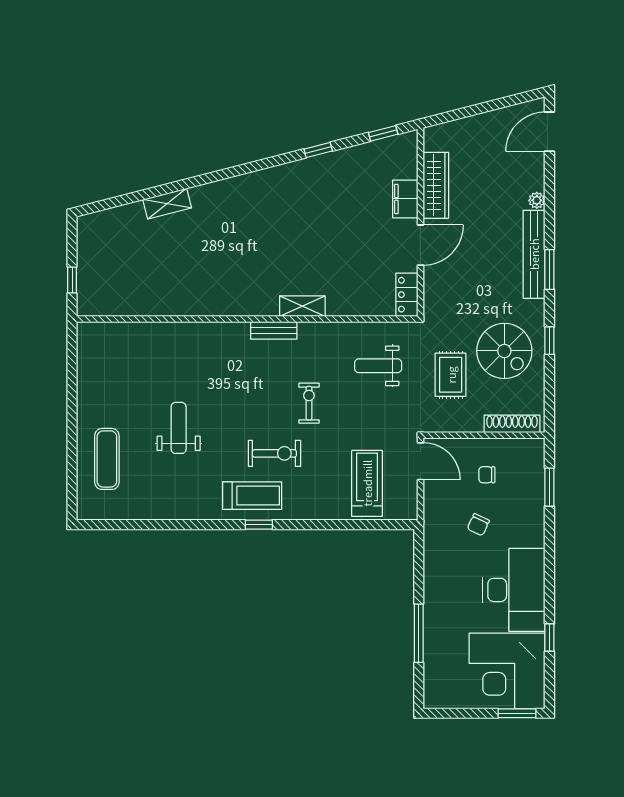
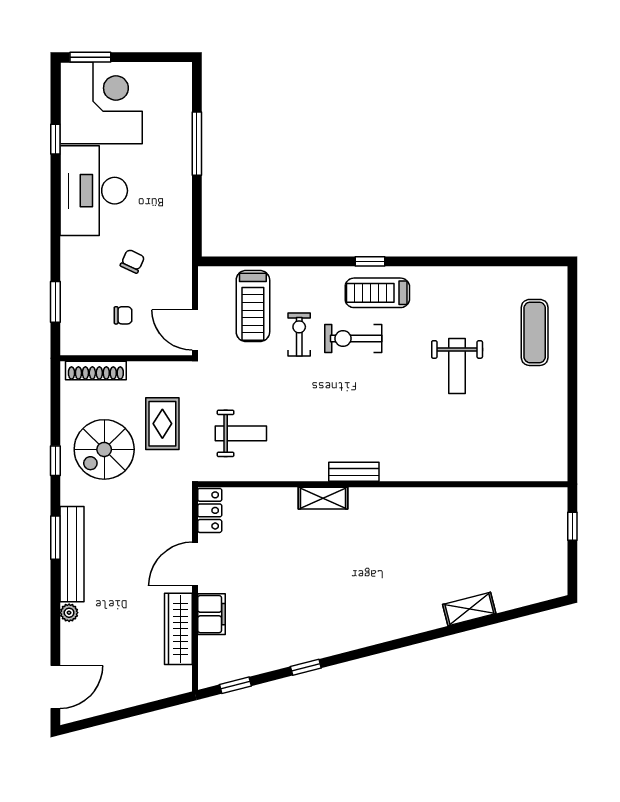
spiral stairs: (504, 351) -> (104, 449), turned -90
exercise bike: (309, 403) -> (299, 335), moved, turned 180

